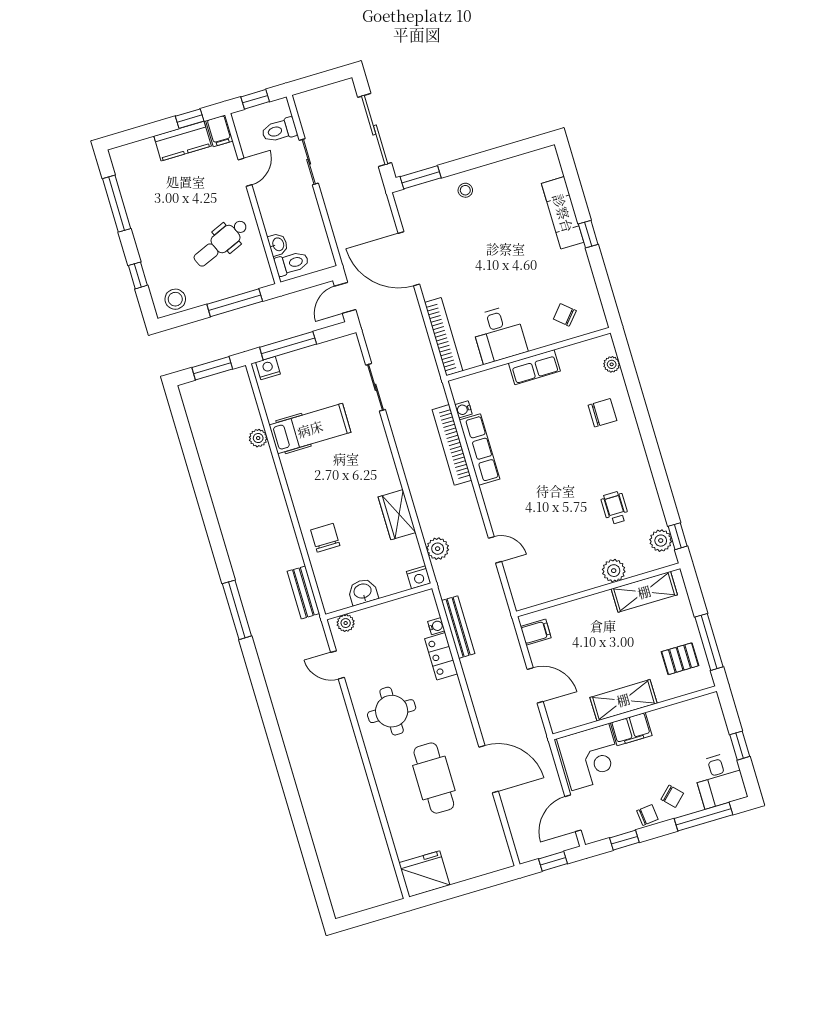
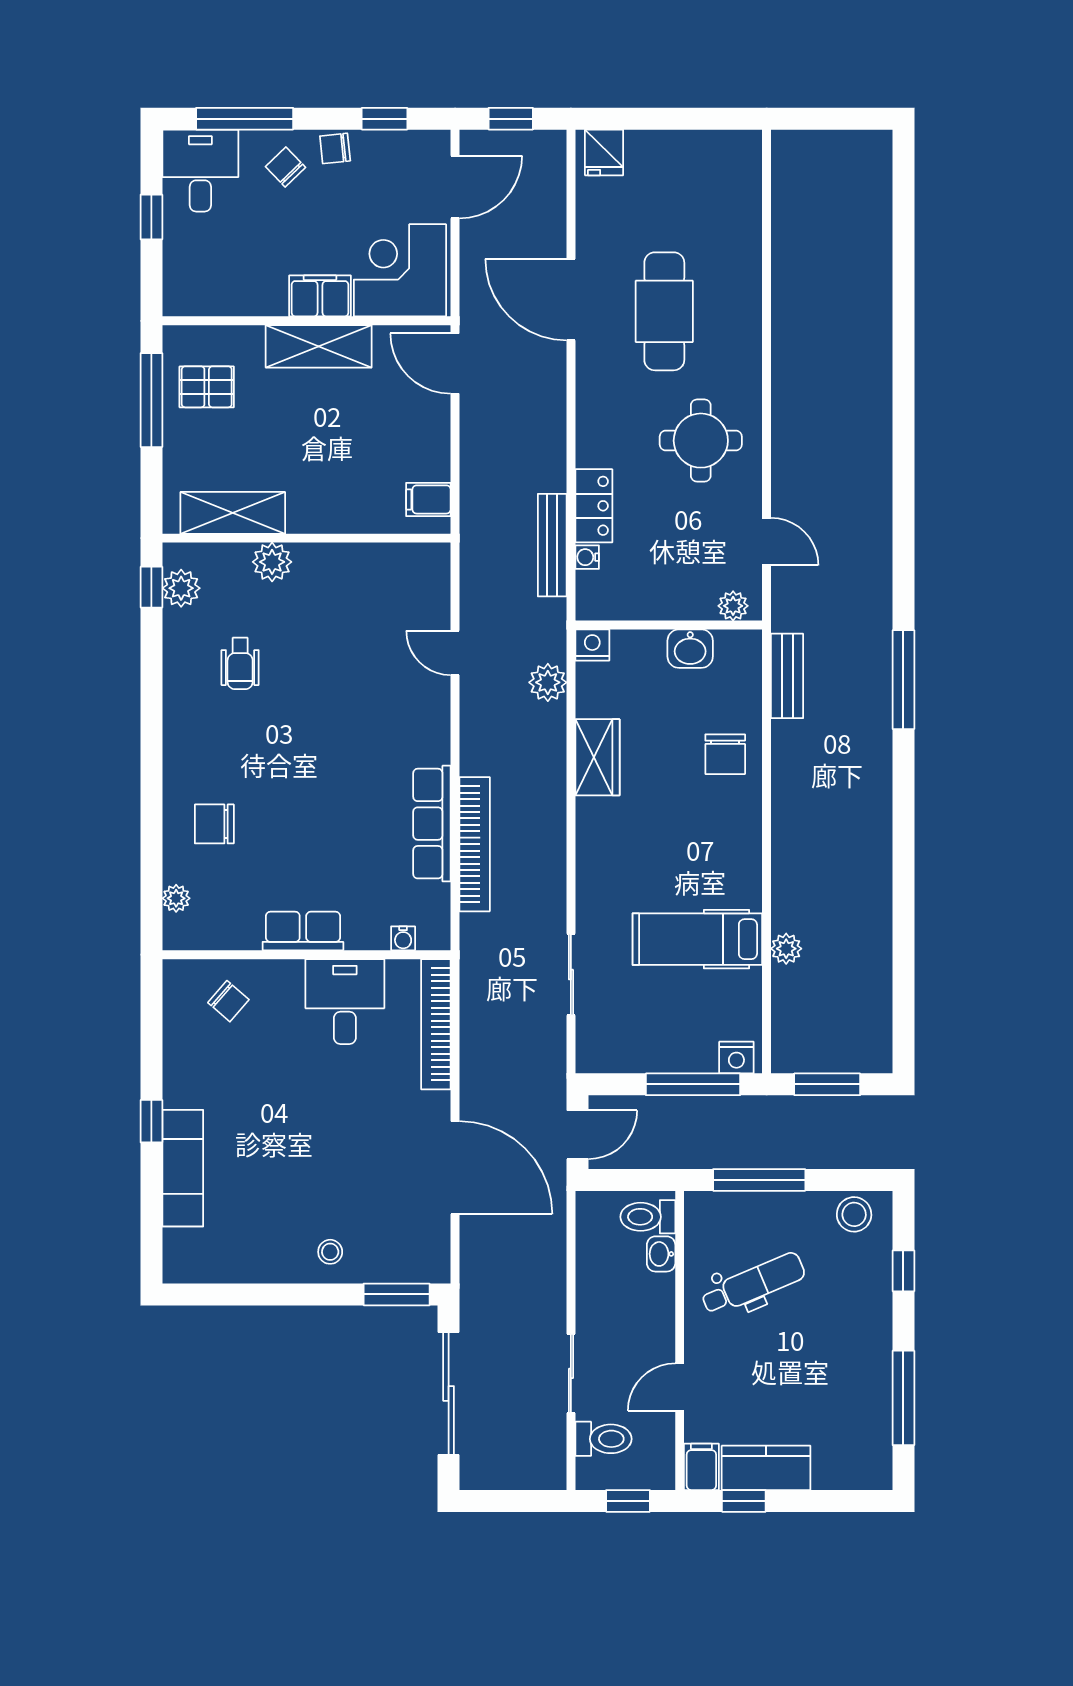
water cooler: (463, 409) -> (403, 938), moved, turned 90
door: (535, 685) -> (455, 364), moved
fridge: (424, 874) -> (604, 152), moved, width x0.53, depth x0.75

